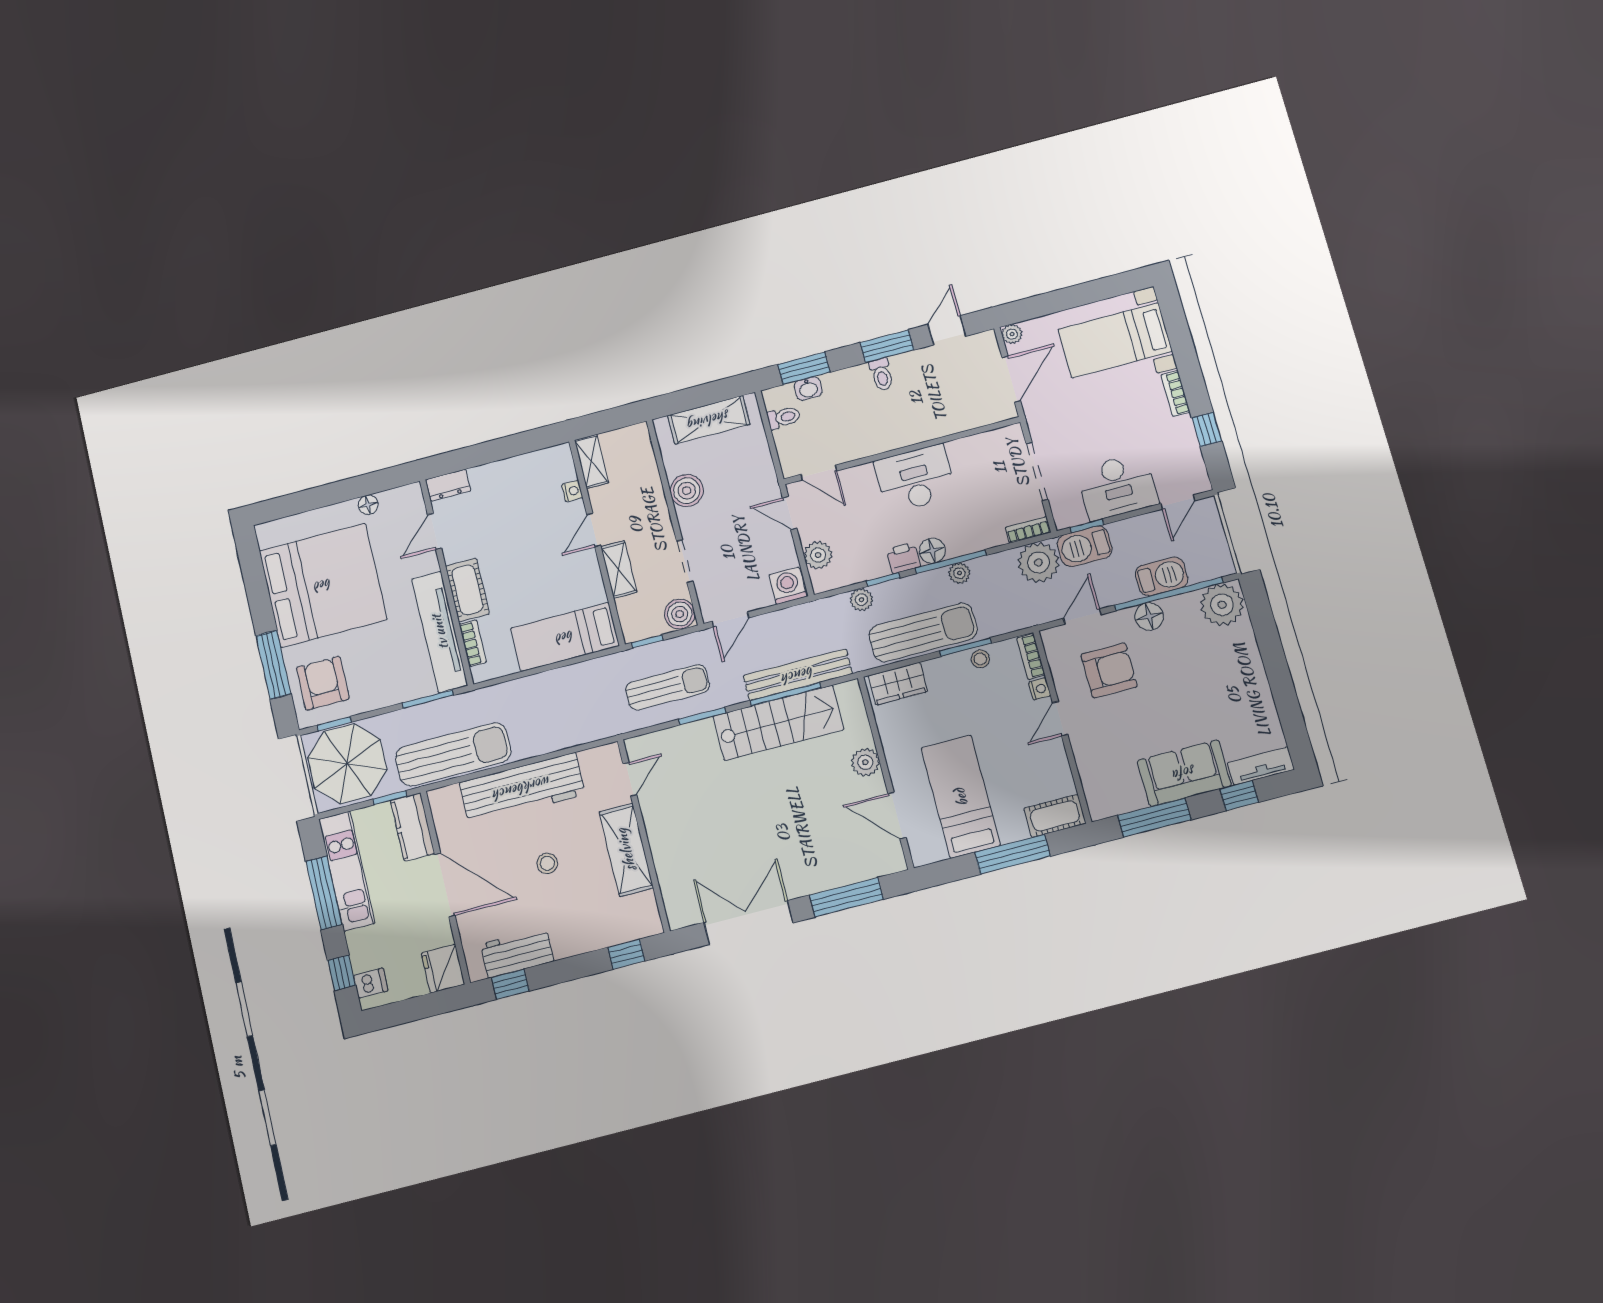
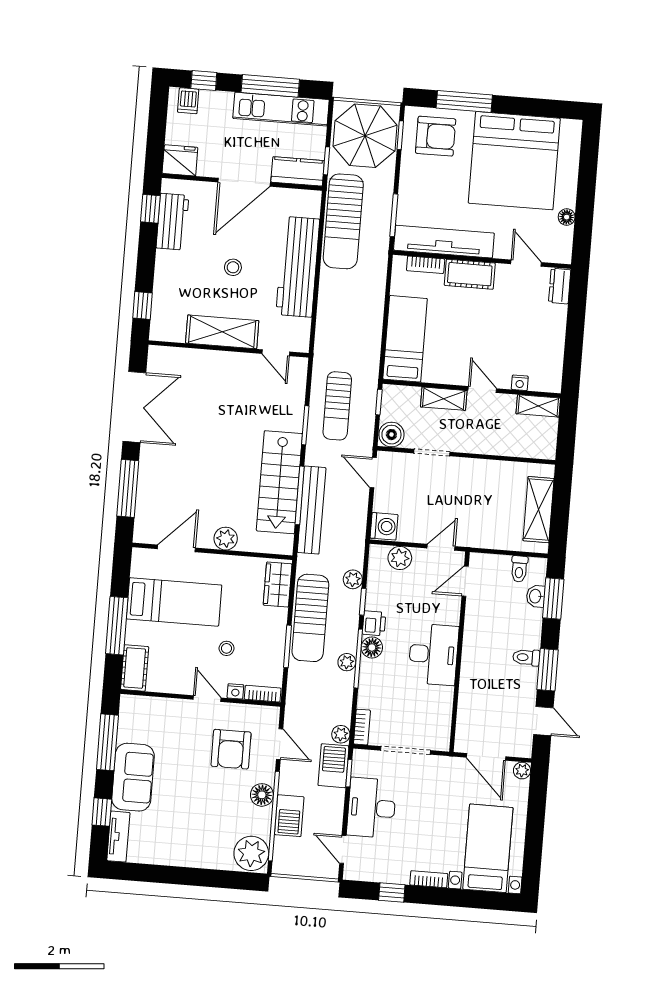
boiler: (687, 491) -> (488, 473), removed
plant: (1038, 562) -> (341, 734), width x0.53, depth x0.53
stool: (980, 659) -> (227, 648), moved

